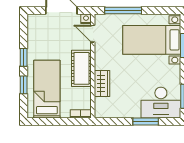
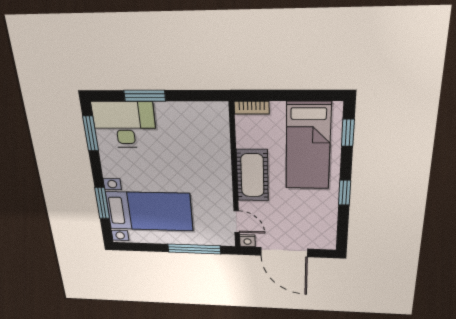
wardrobe: (102, 84) -> (219, 153), removed
window: (24, 85) -> (348, 133), moved

